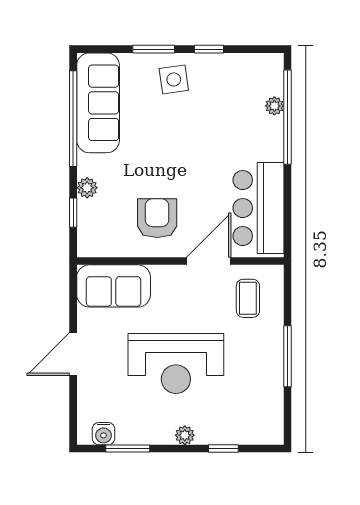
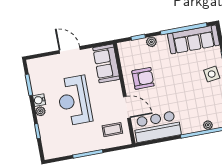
water cooler: (104, 434) -> (39, 100), moved

